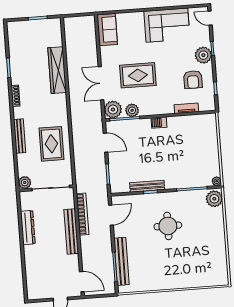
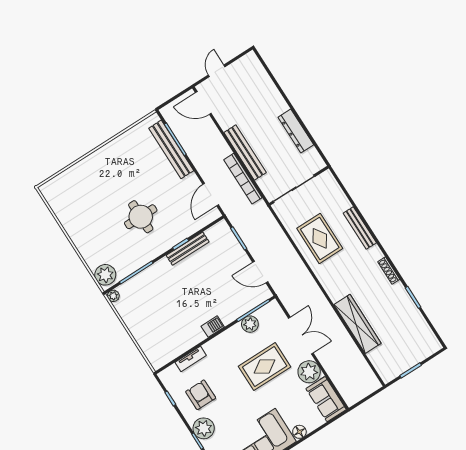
floor lamp: (138, 17) -> (299, 432), added
plant: (113, 110) -> (309, 372), moved
plant: (25, 183) -> (326, 179), removed

